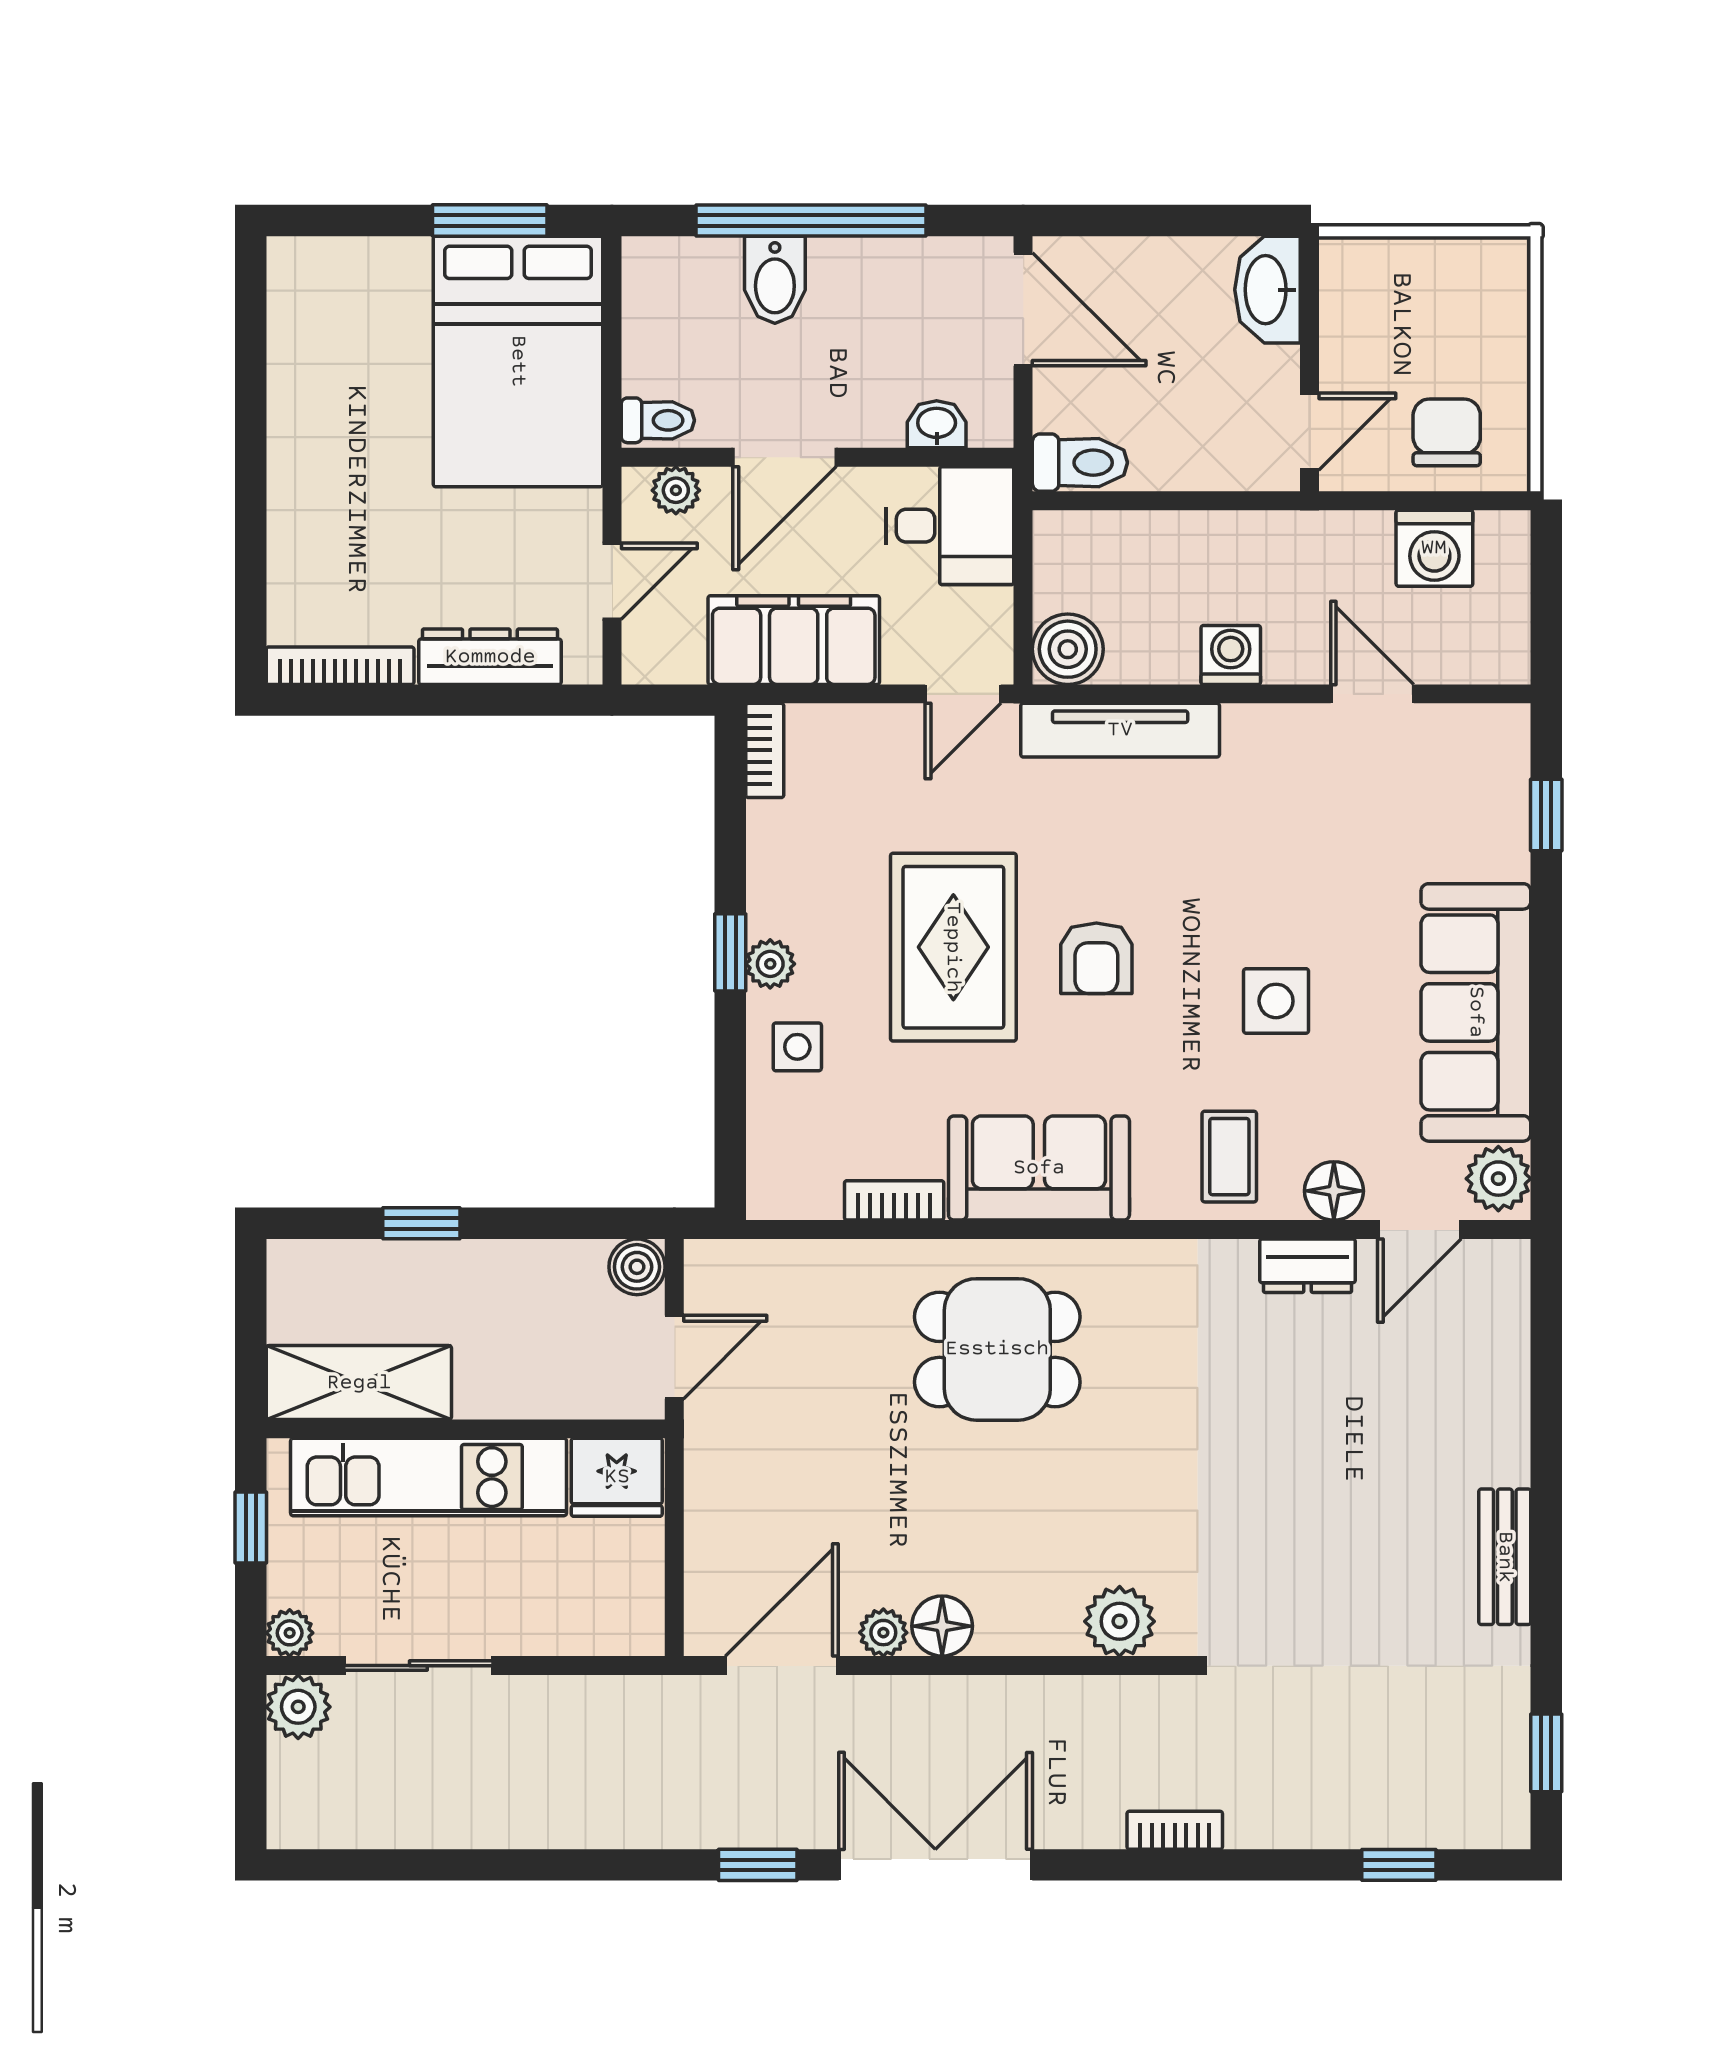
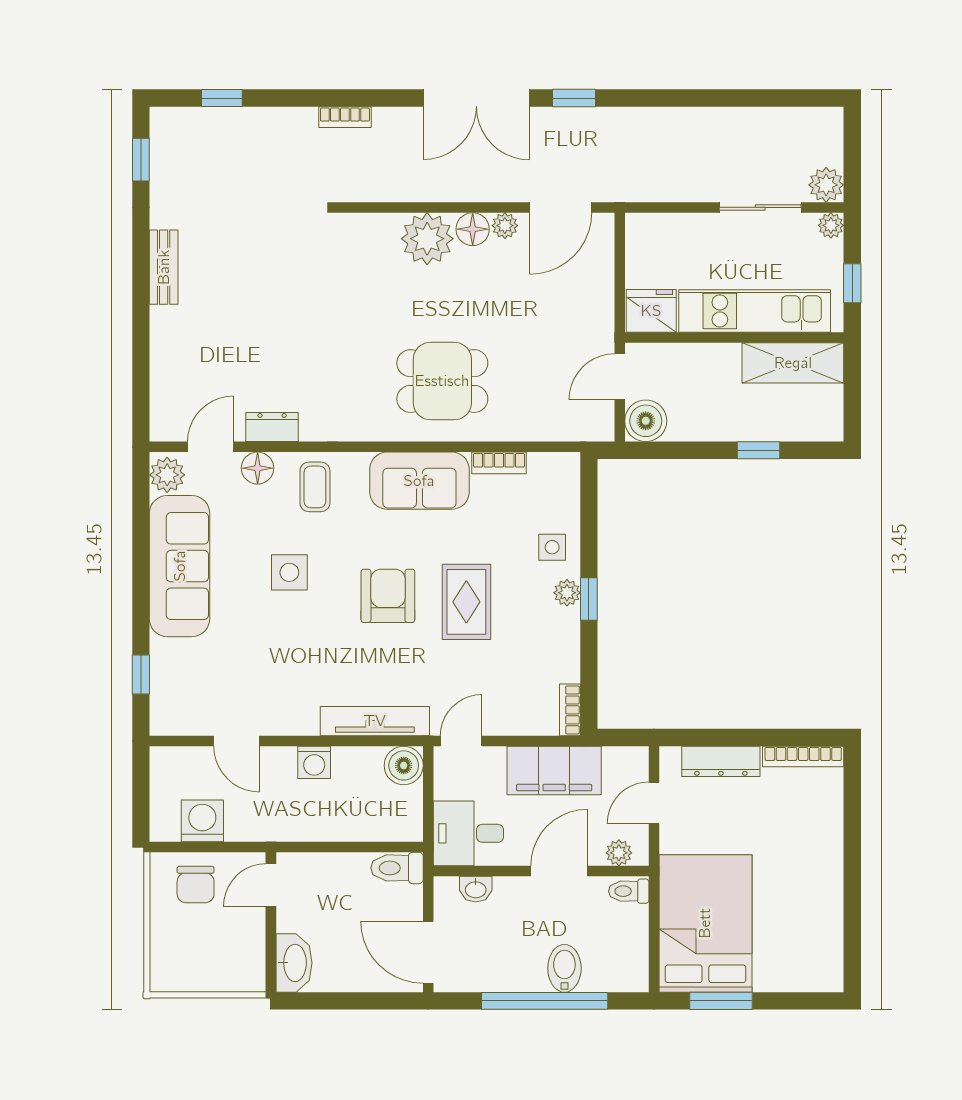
rug: (953, 947) -> (466, 602), width x0.73, depth x0.70
armchair: (1096, 958) -> (388, 596), width x1.38, depth x1.38
boiler: (637, 1267) -> (646, 421), width x1.36, depth x1.36
plant: (1120, 1621) -> (427, 239), moved, width x1.36, depth x1.36

